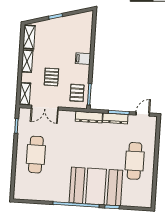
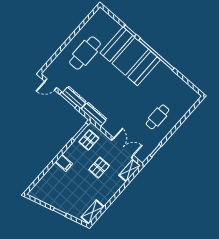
shelving: (27, 61) -> (108, 194), removed
cafe table: (36, 155) -> (157, 117), width x0.73, depth x0.74

